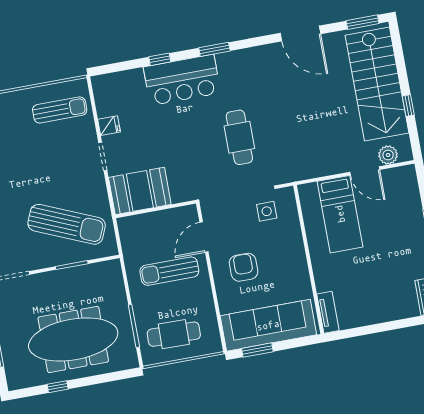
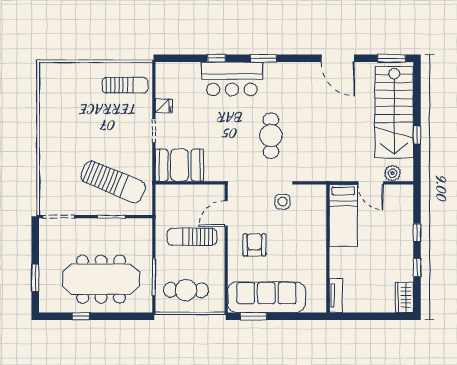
wall: (309, 260) -> (328, 248), moved
tv unit: (328, 312) -> (336, 295), moved

